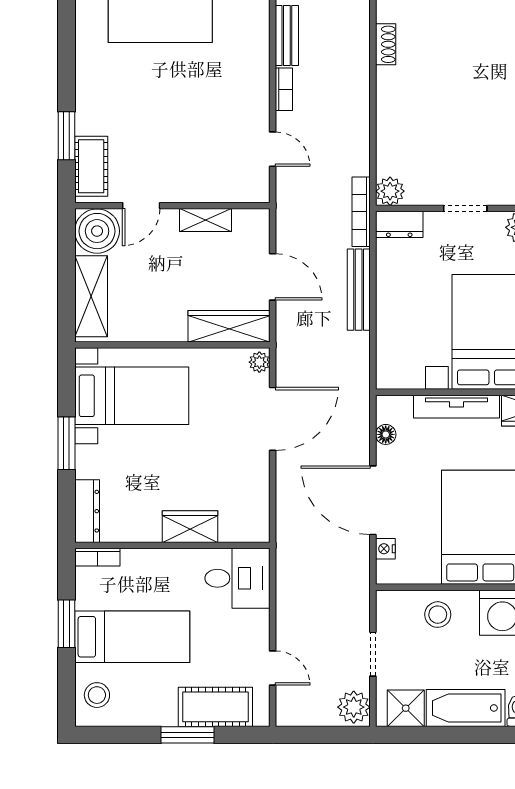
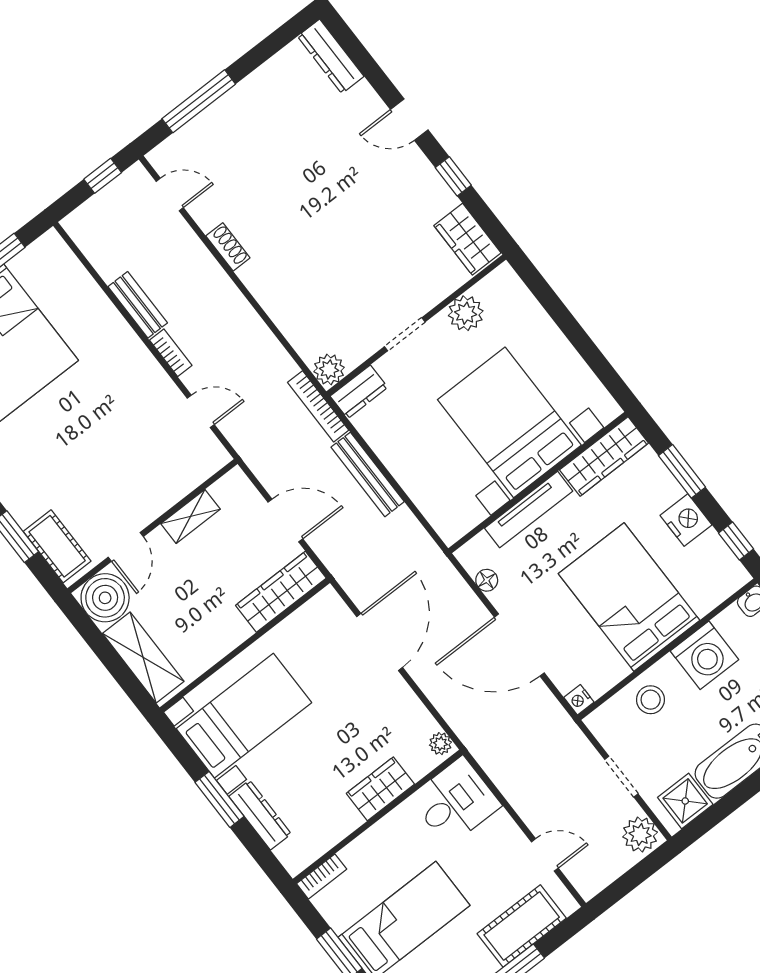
plant: (259, 362) -> (440, 744), moved
dresser: (87, 511) -> (260, 815), moved
nightstand: (385, 549) -> (579, 700), moved

